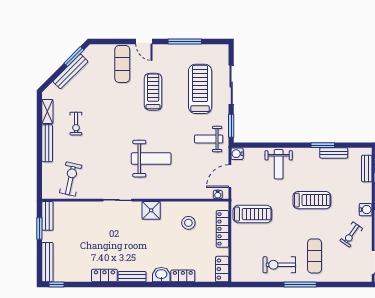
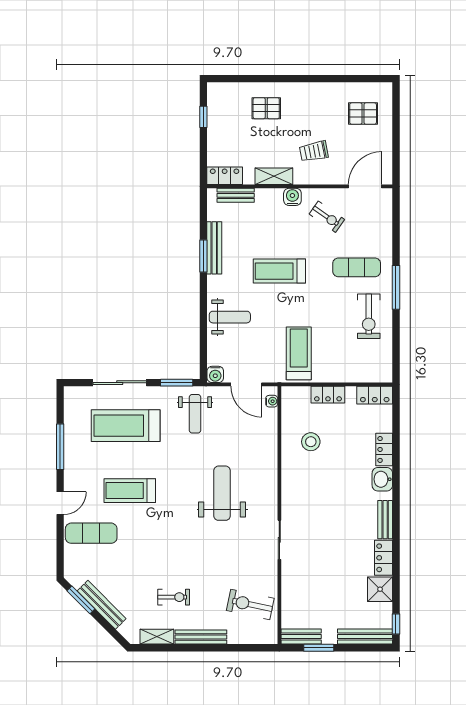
bench: (334, 153) -> (214, 248), width x1.36
treadmill: (312, 200) -> (279, 271), turned -90
shower: (151, 210) -> (380, 589), moved
locker: (223, 229) -> (328, 395), width x0.66

